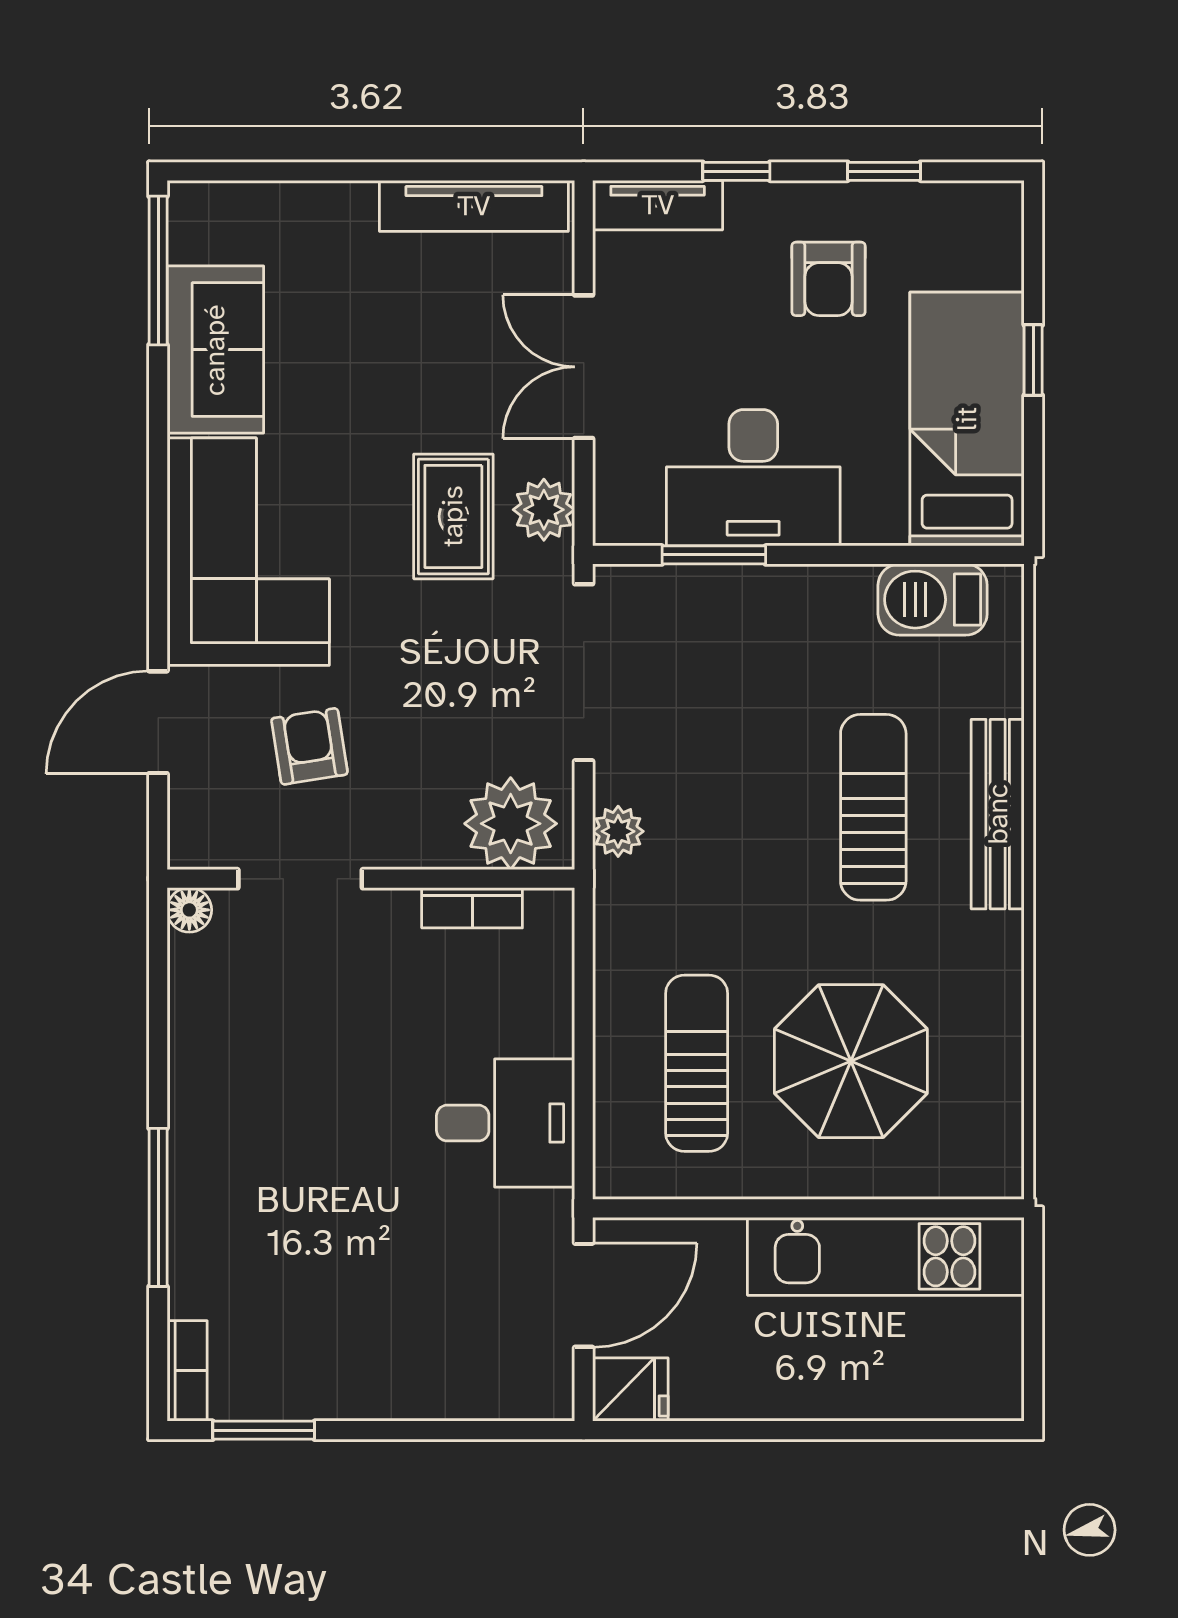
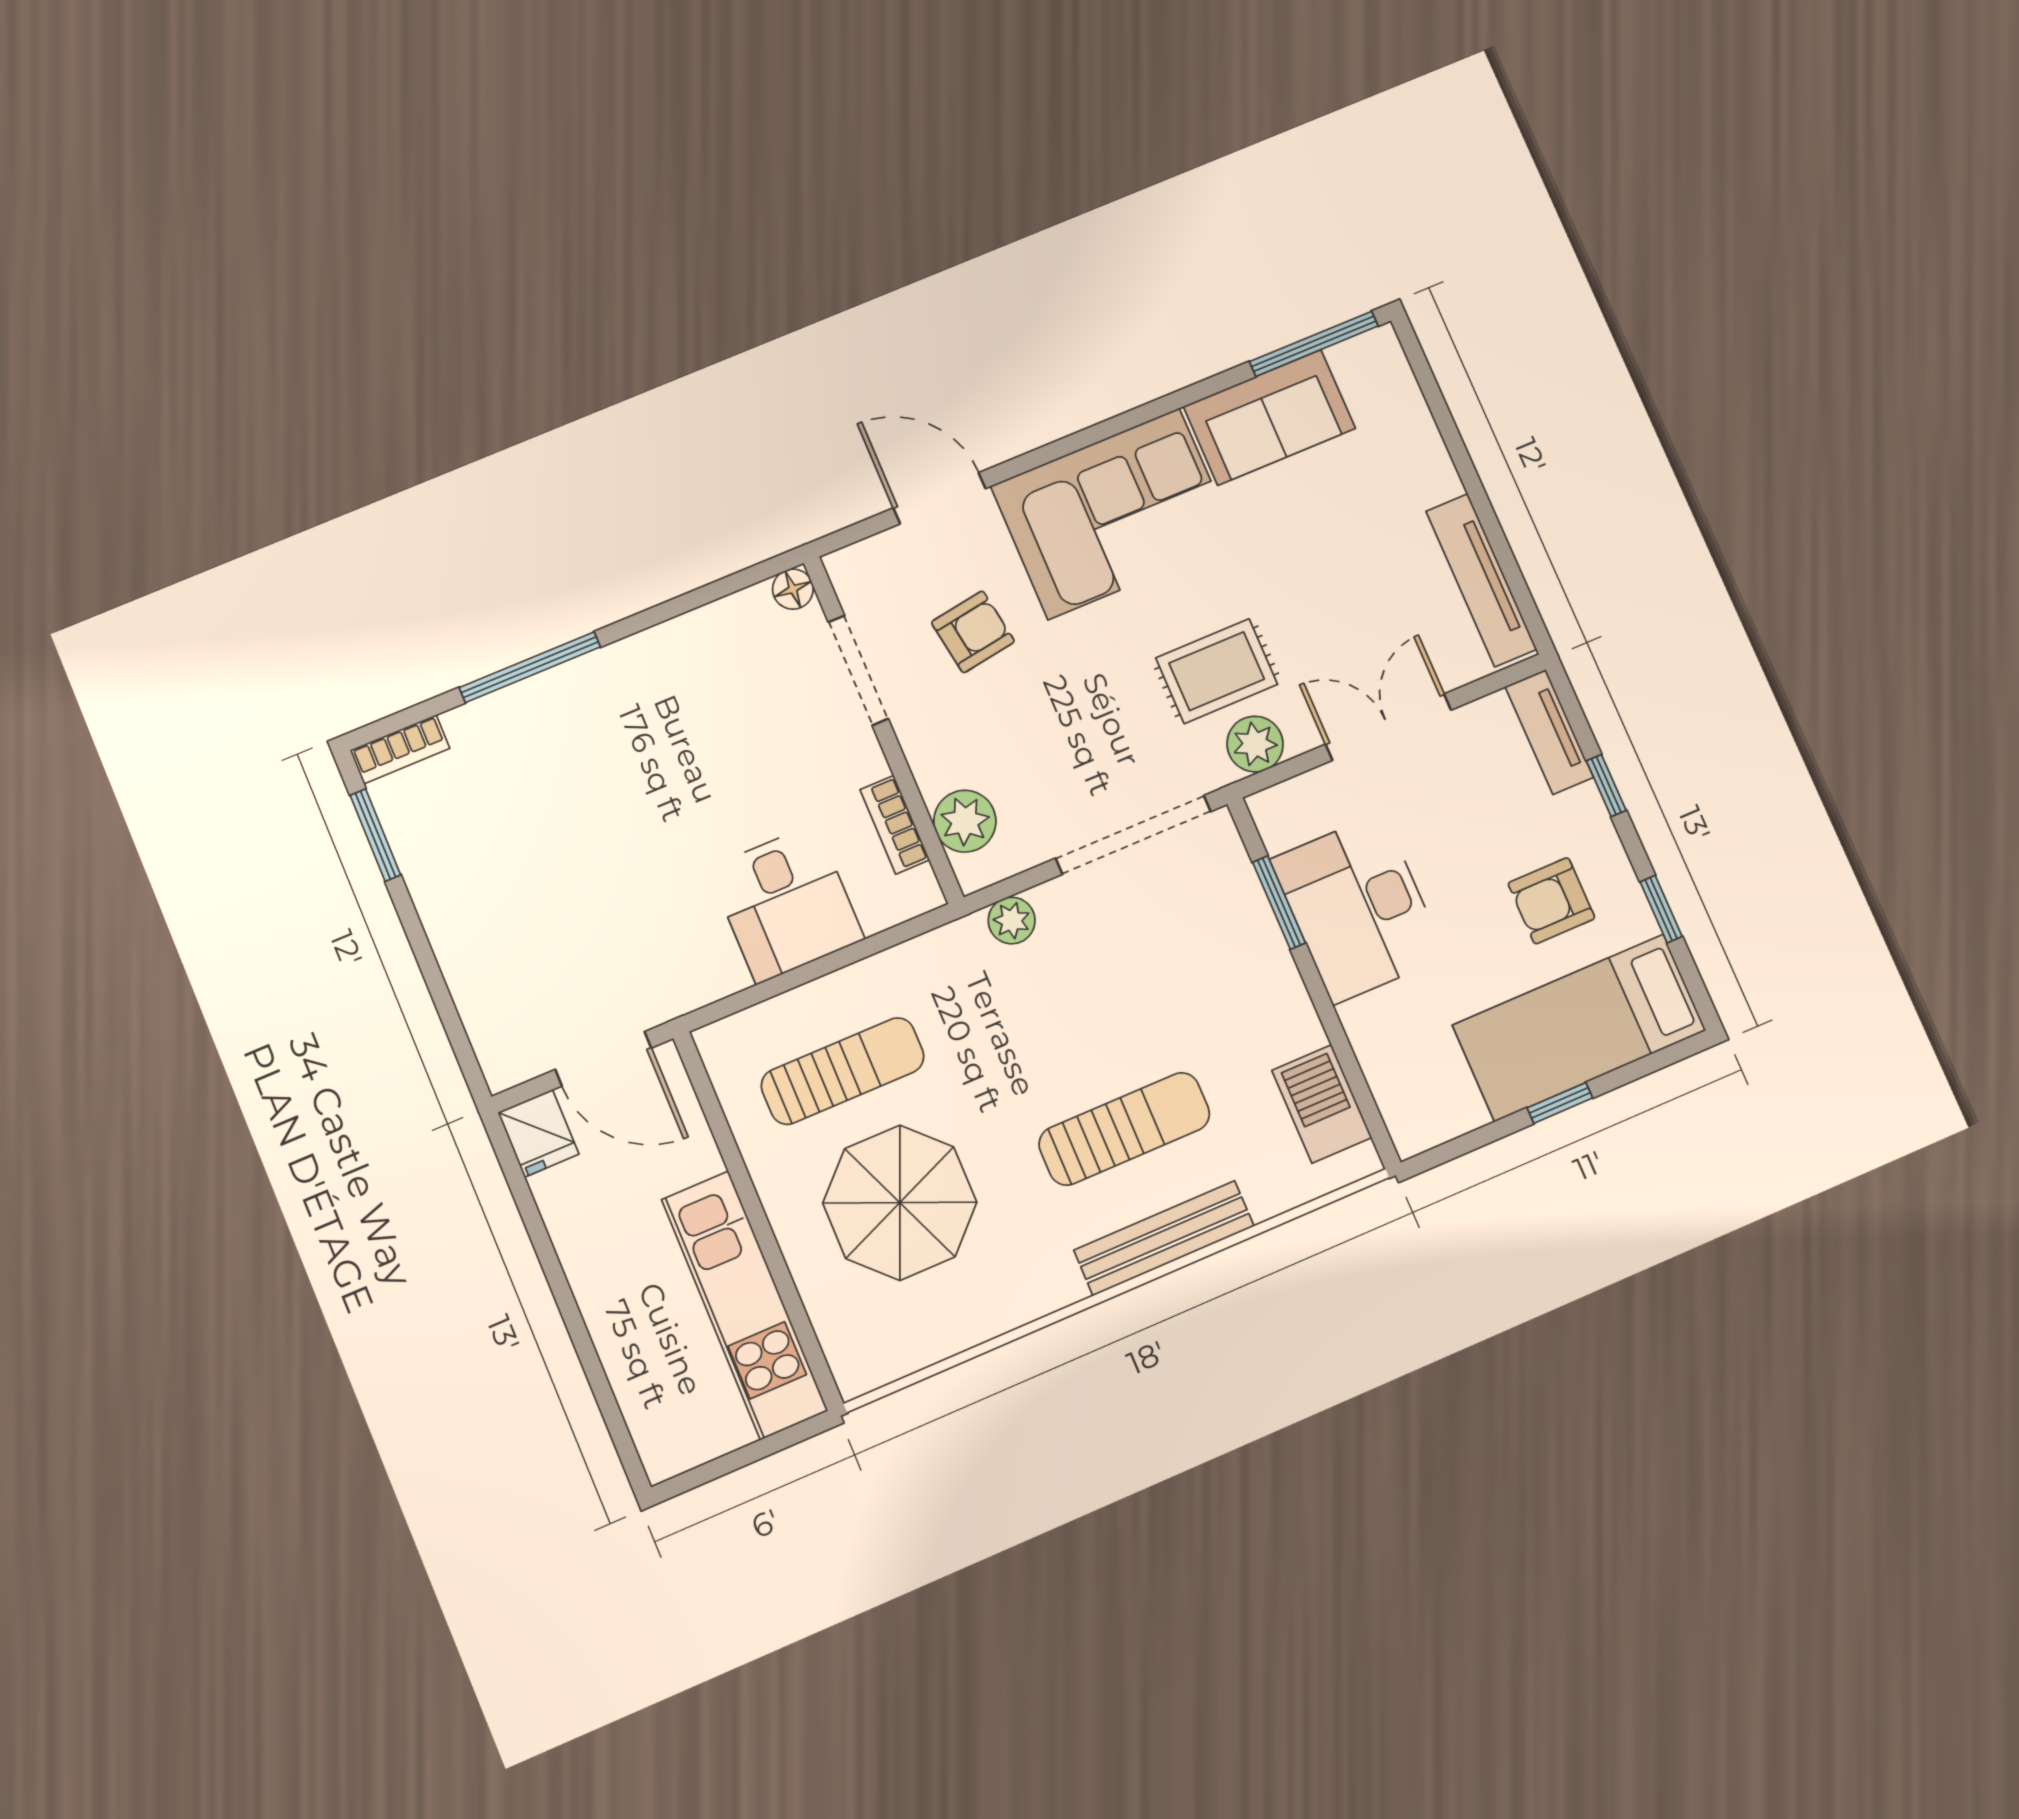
bed: (967, 419) -> (1579, 1028), moved, turned 180
plant: (511, 824) -> (965, 821), width x0.73, depth x0.73
desk: (506, 1123) -> (786, 904), moved

